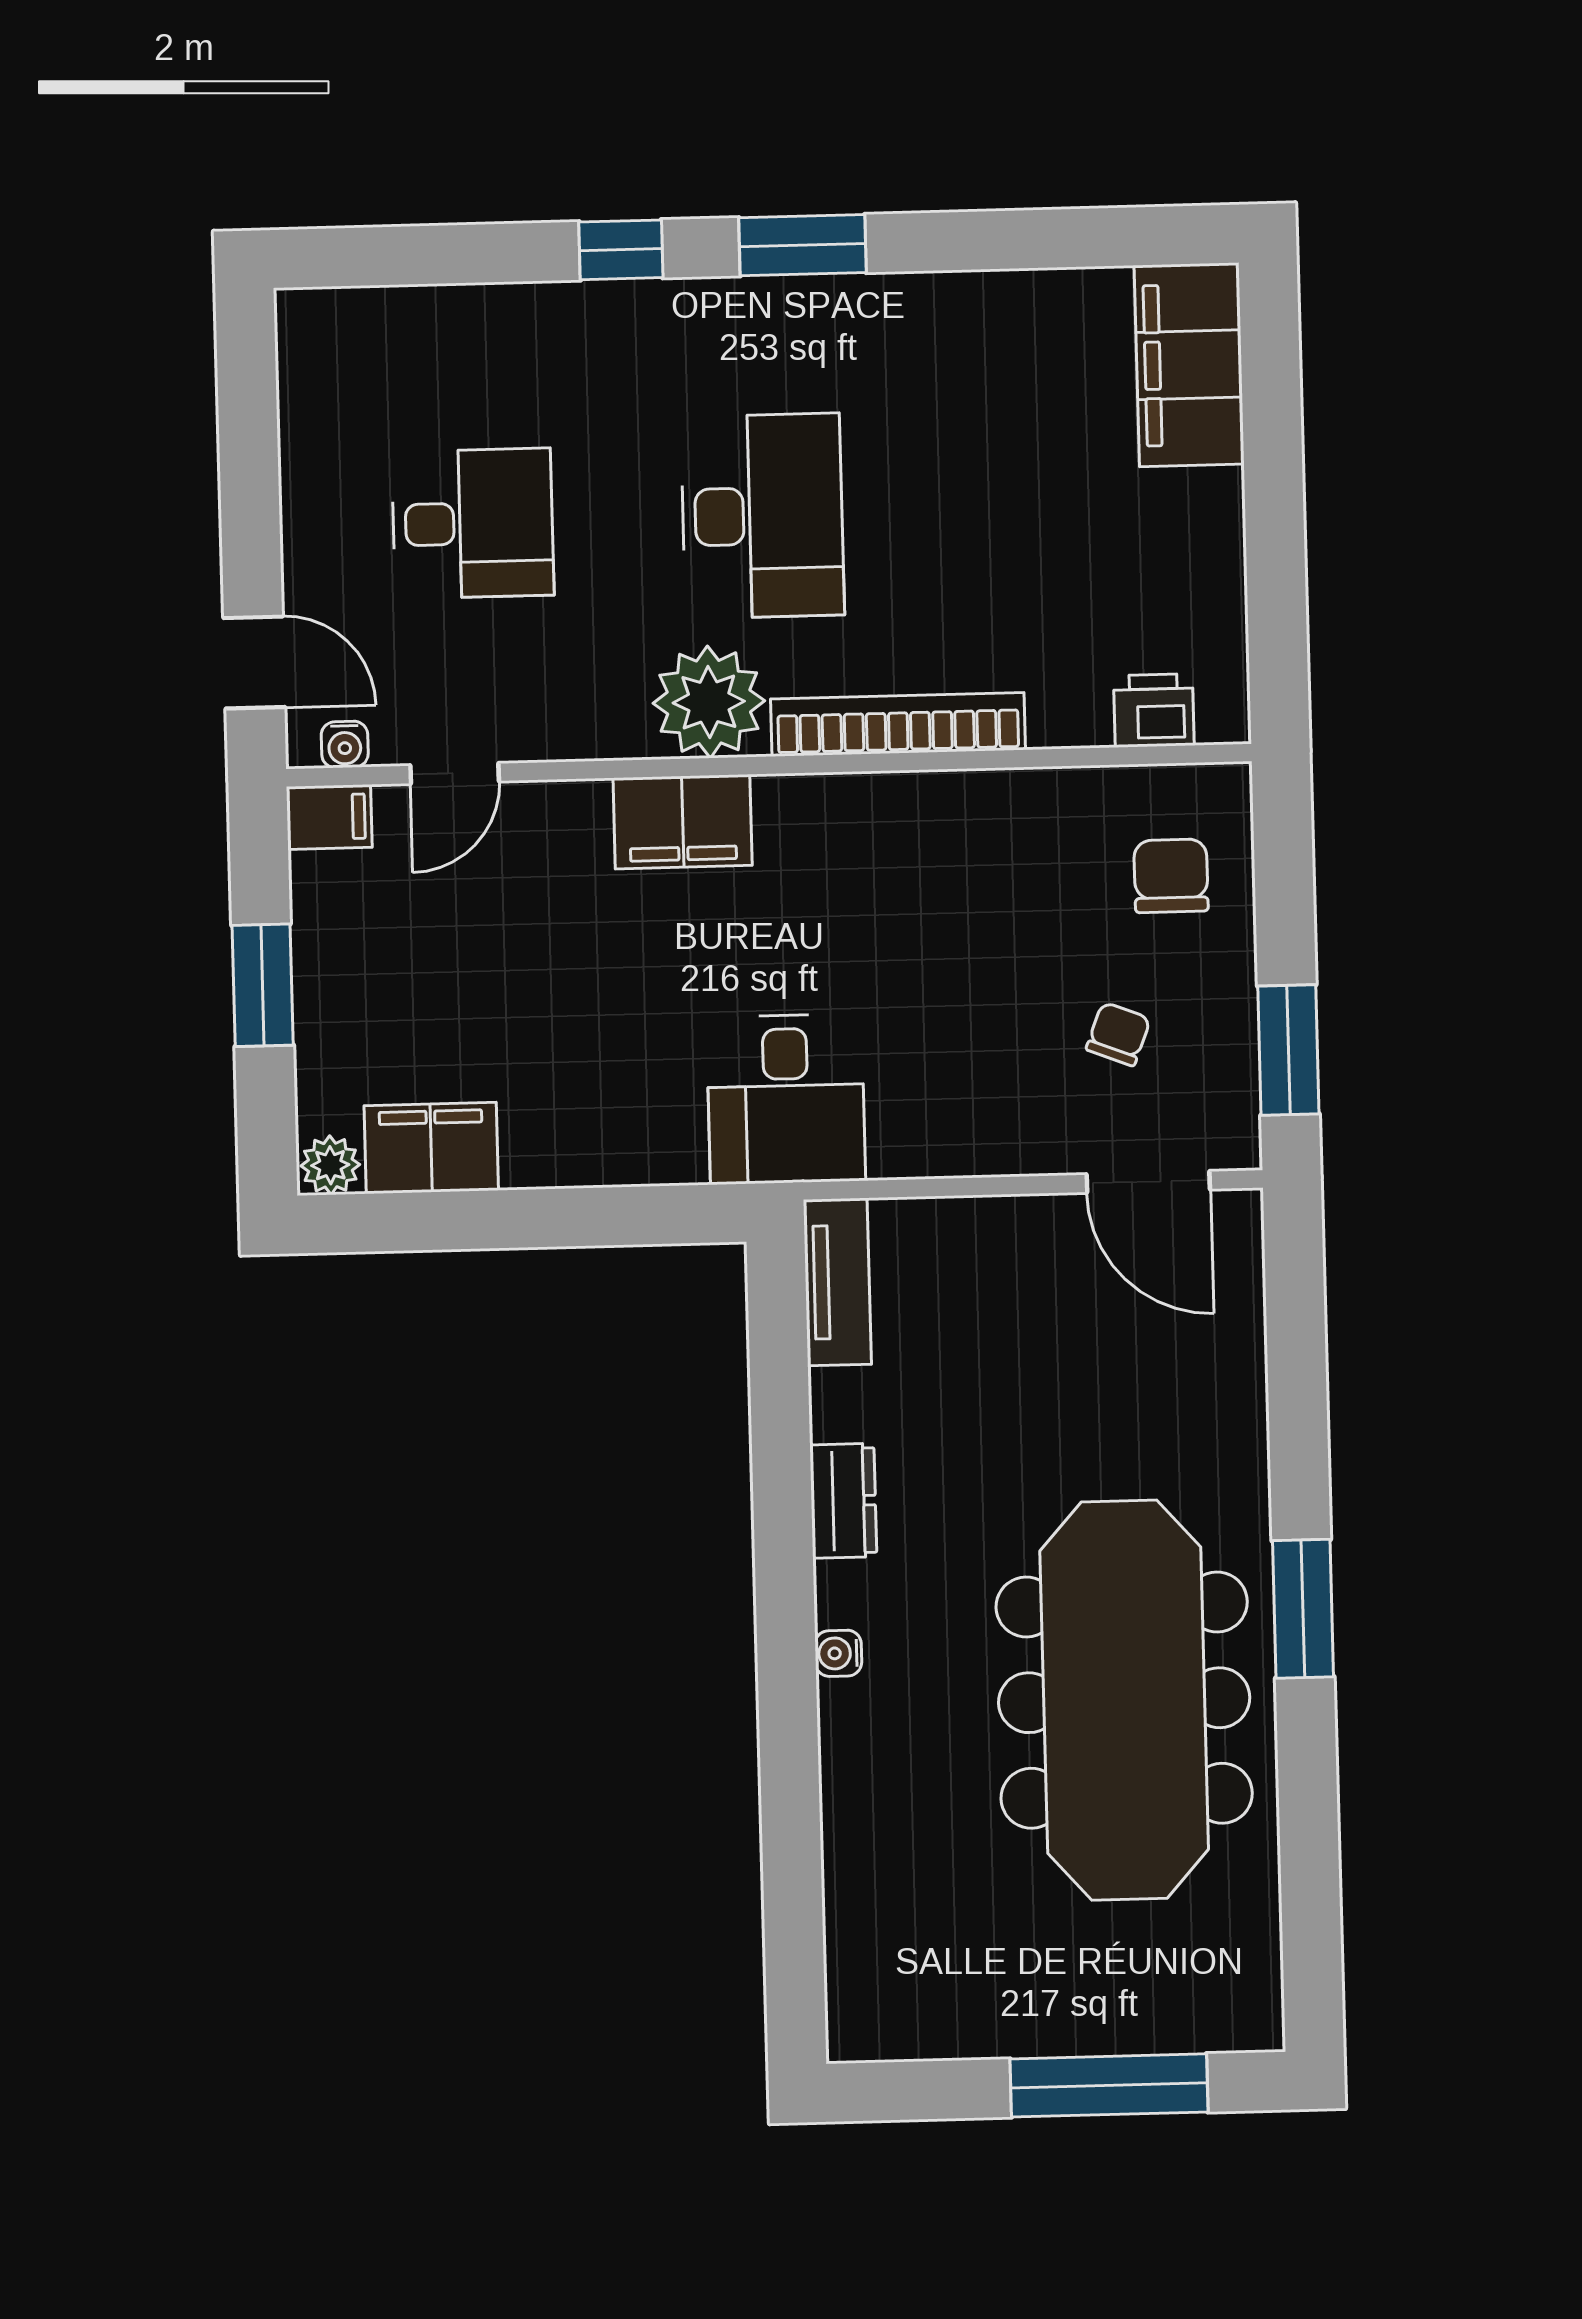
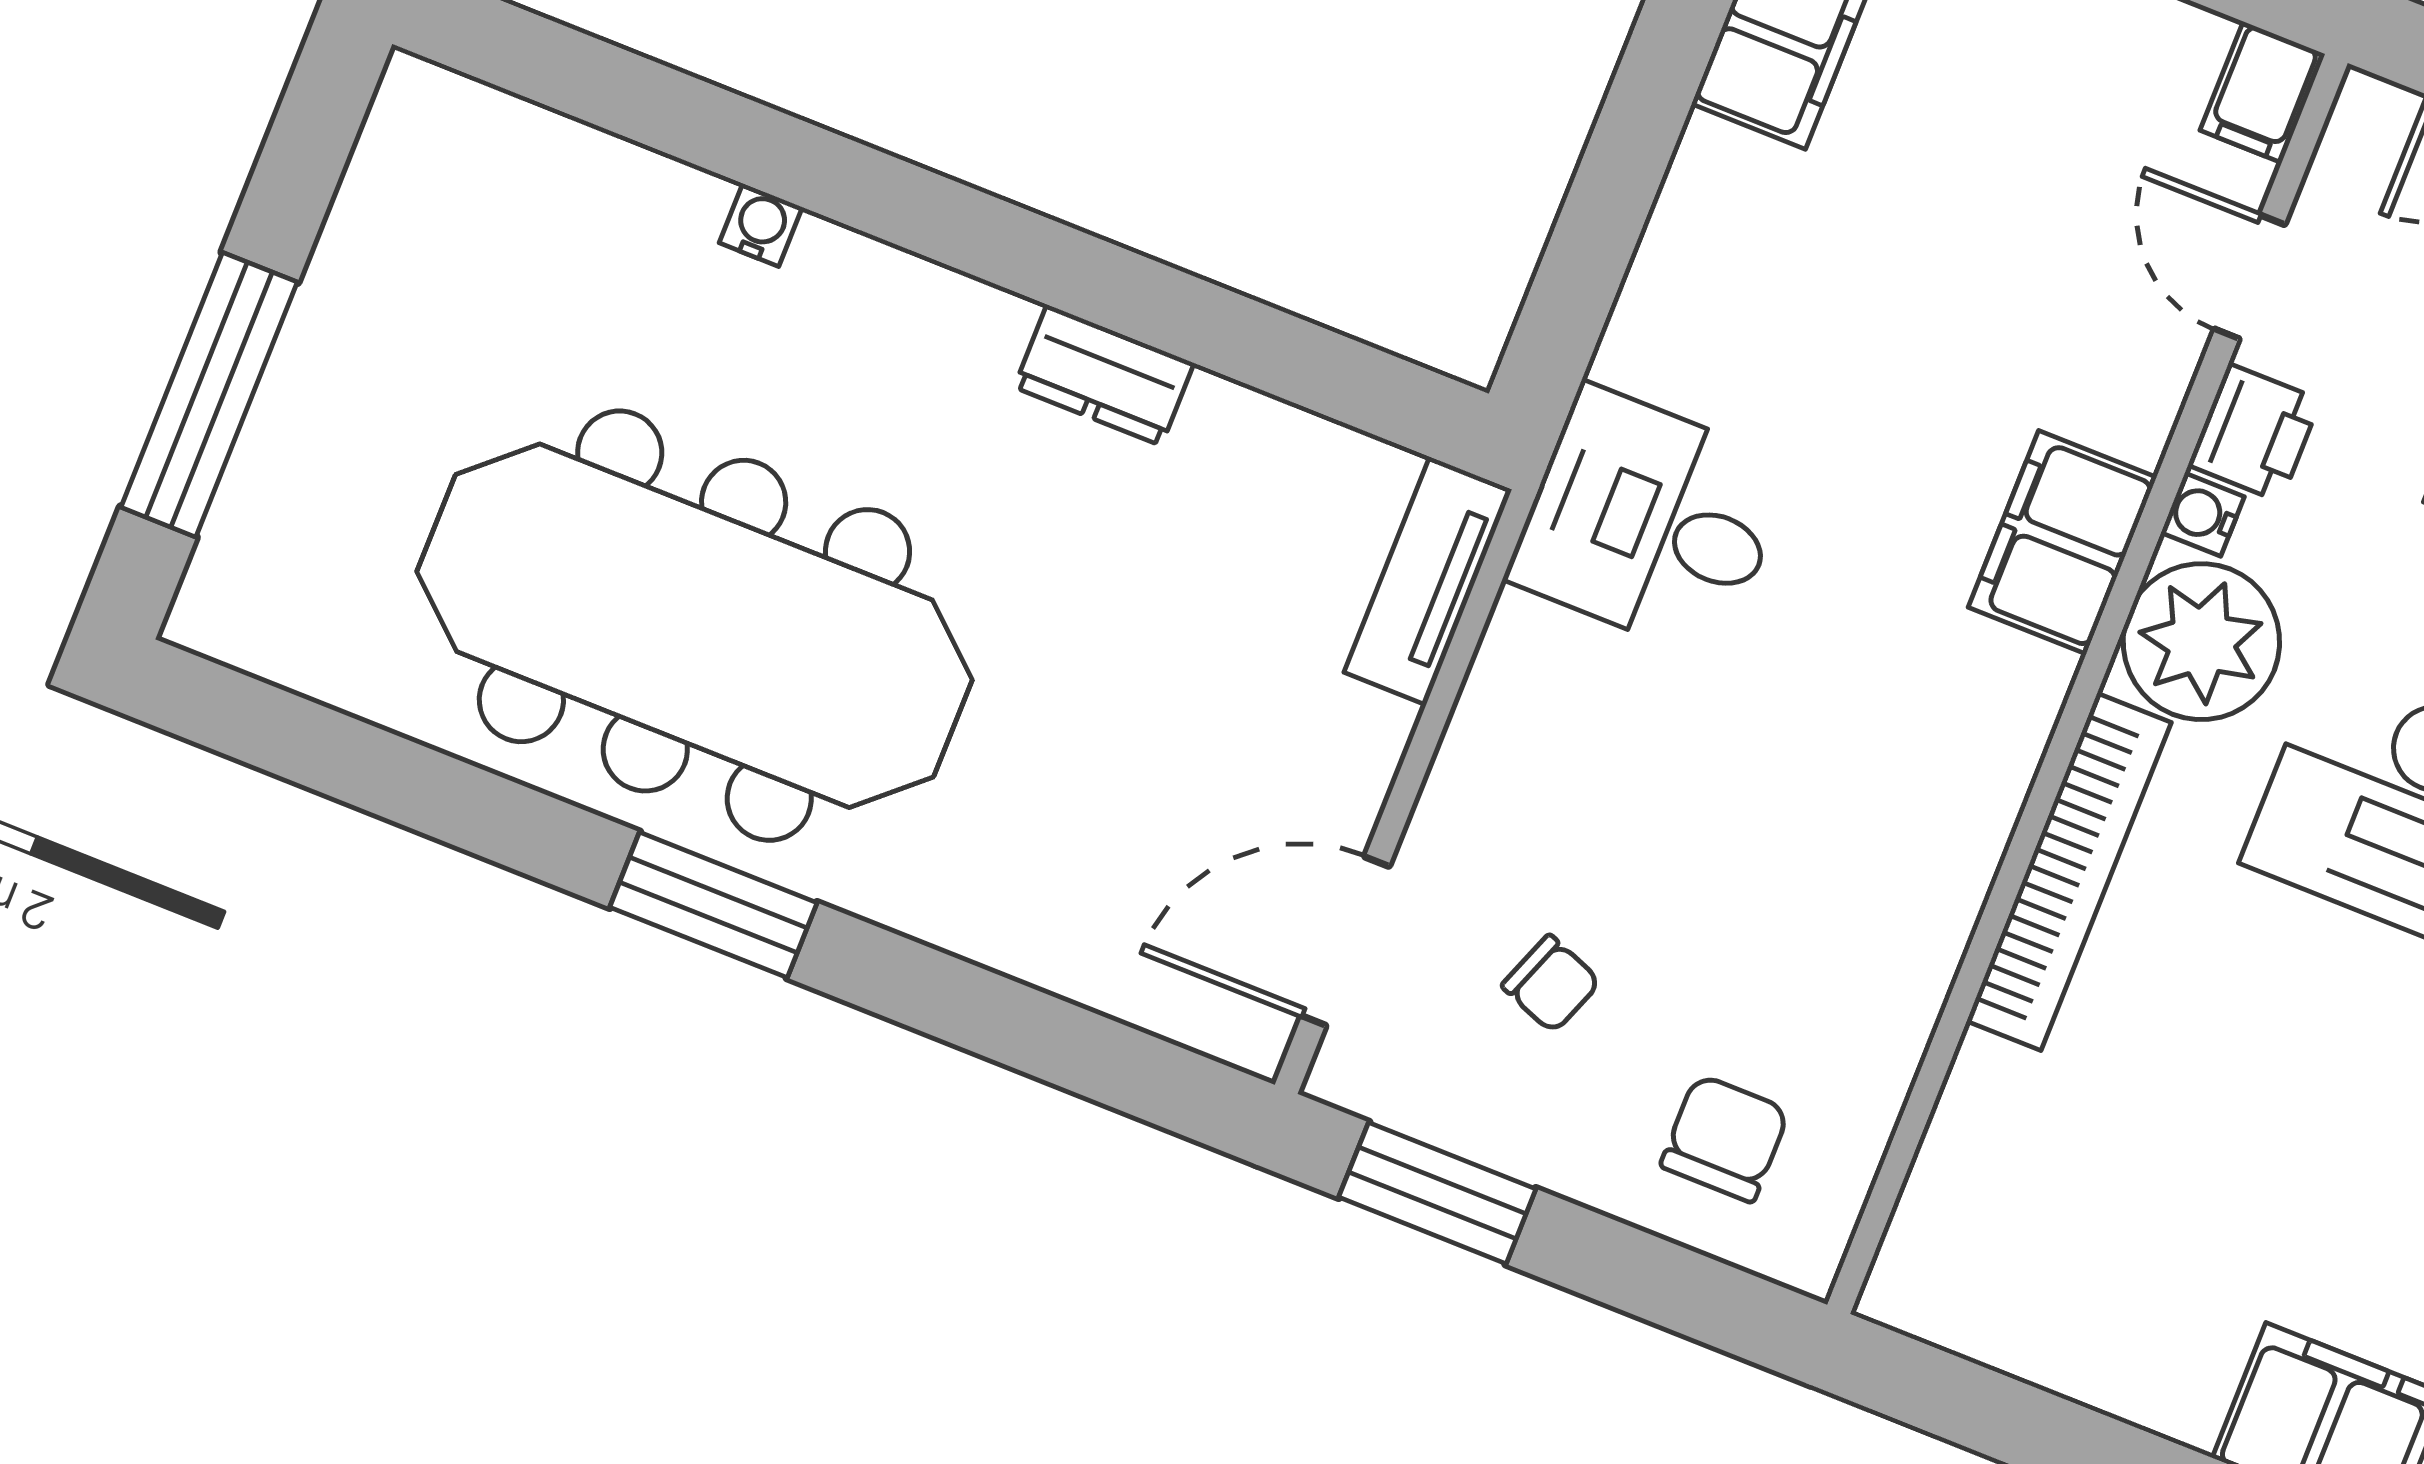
printer: (1154, 711) -> (2254, 433), moved
water cooler: (345, 744) -> (2203, 515), moved
chair: (1171, 876) -> (1725, 1138), turned -90
tv unit: (837, 1282) -> (1428, 581), moved, turned 90
water cooler: (838, 1653) -> (761, 225), moved

